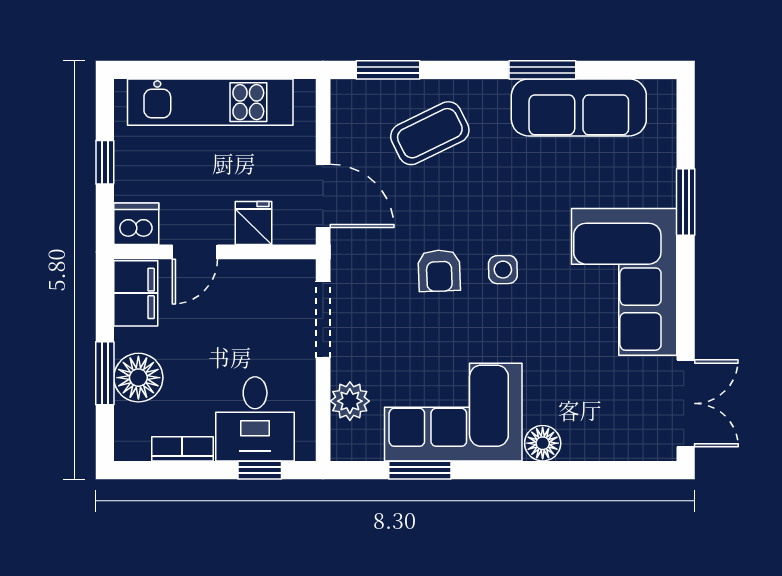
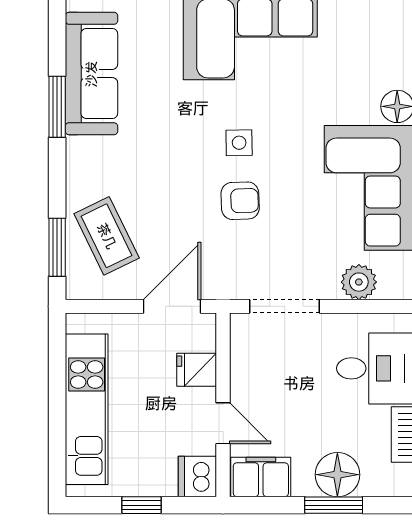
coffee table: (430, 133) -> (107, 236), moved

